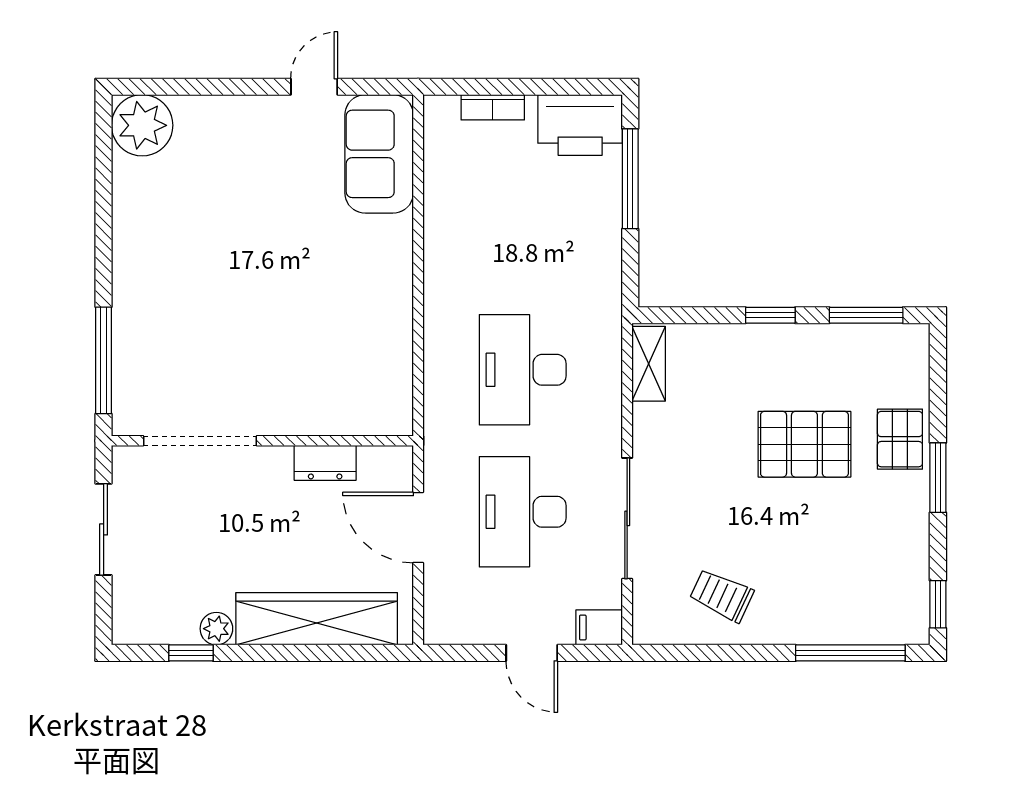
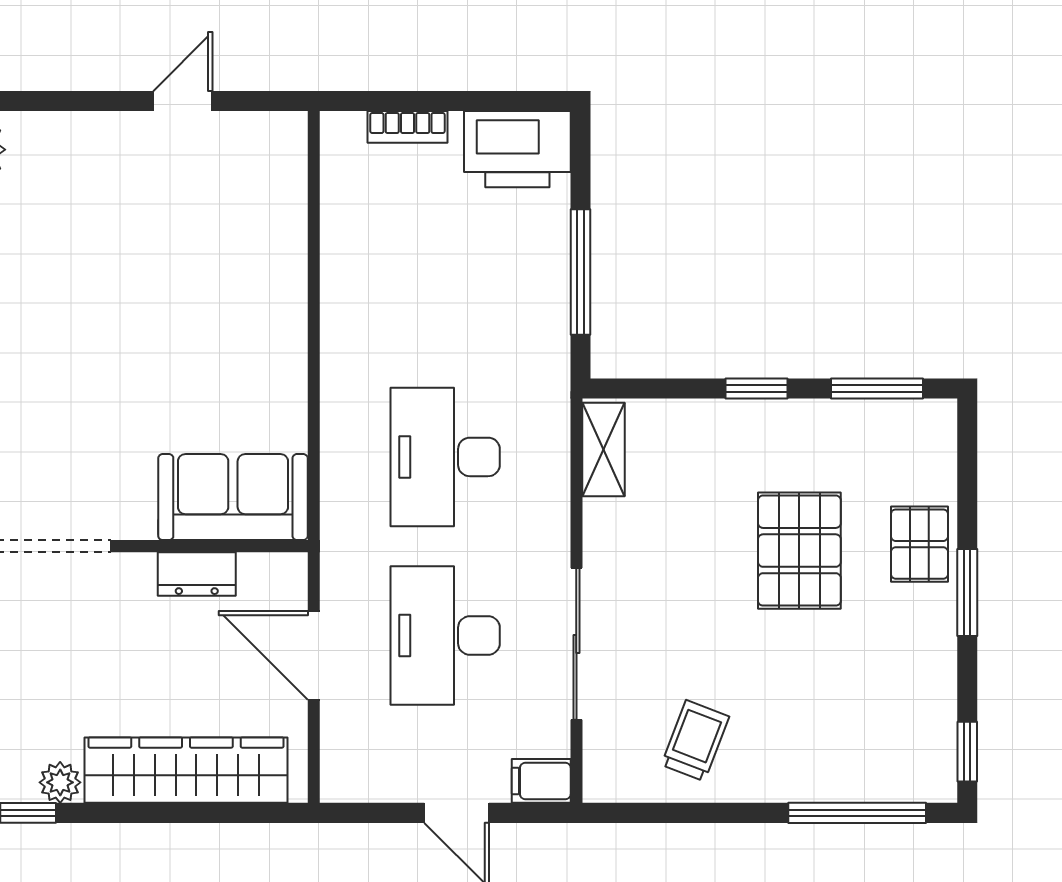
sofa: (379, 154) -> (233, 497), moved, turned 90
window: (630, 179) -> (580, 272), moved
pallet: (804, 444) -> (799, 551), turned 90
trolley: (722, 595) -> (695, 741), turned 86

